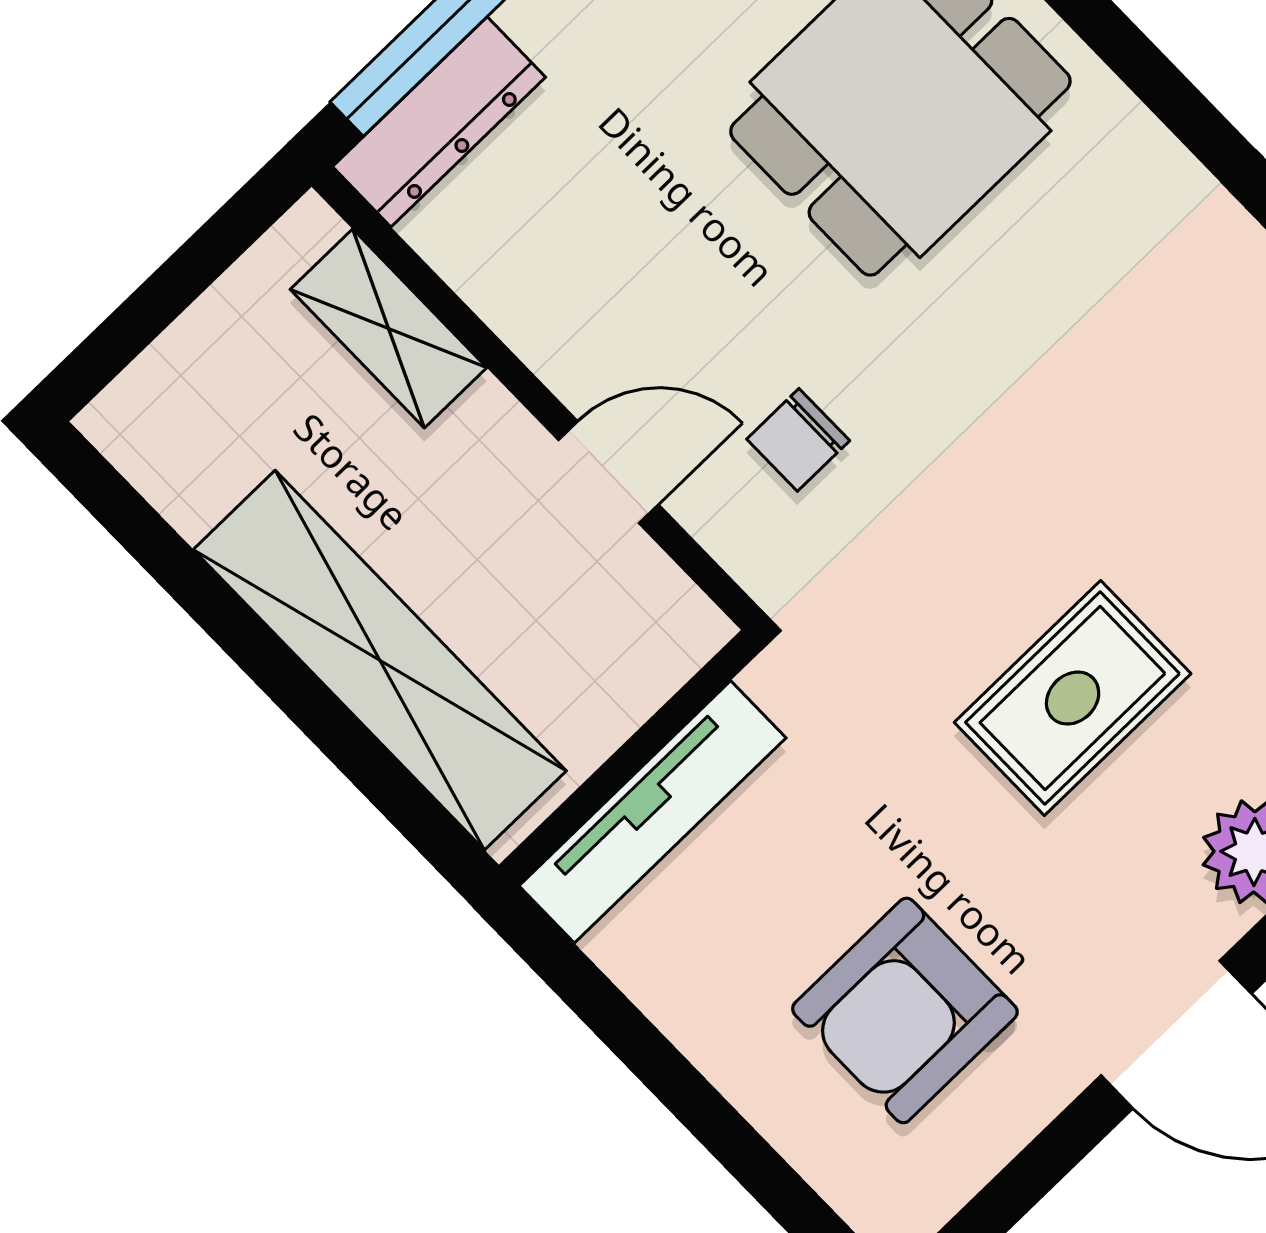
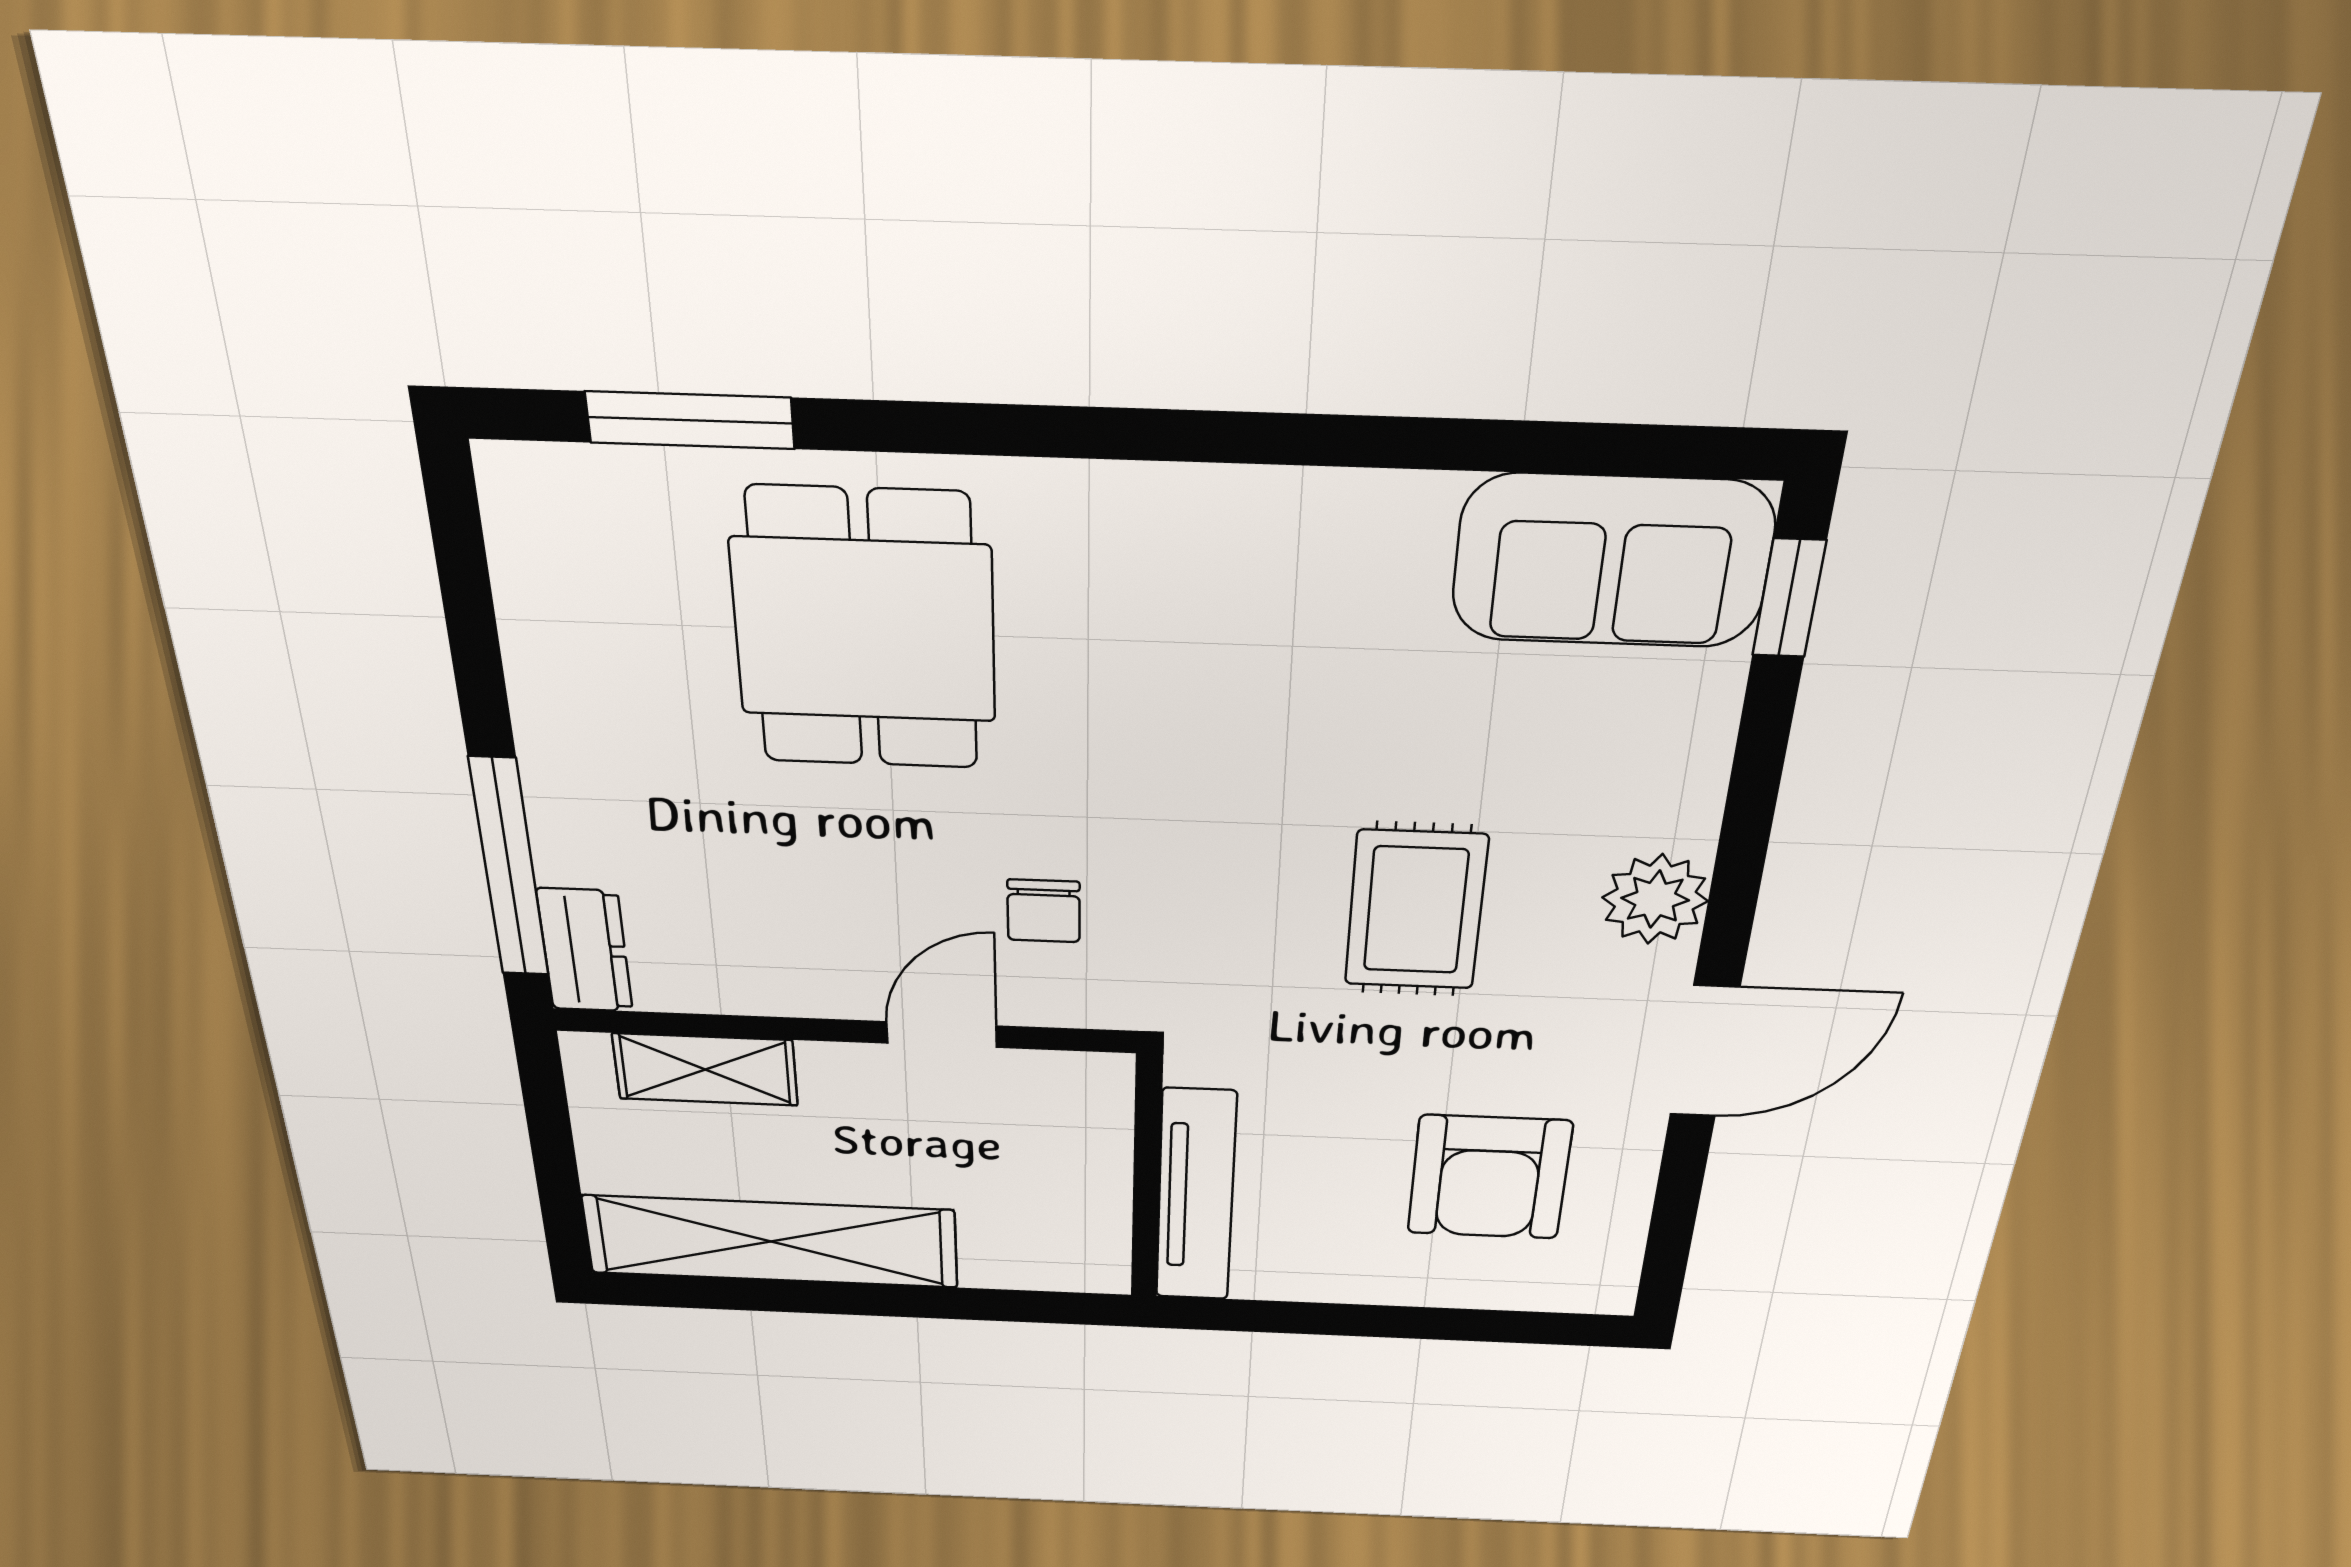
dresser: (439, 122) -> (585, 950), width x0.70
shelving: (380, 660) -> (771, 1242), moved

